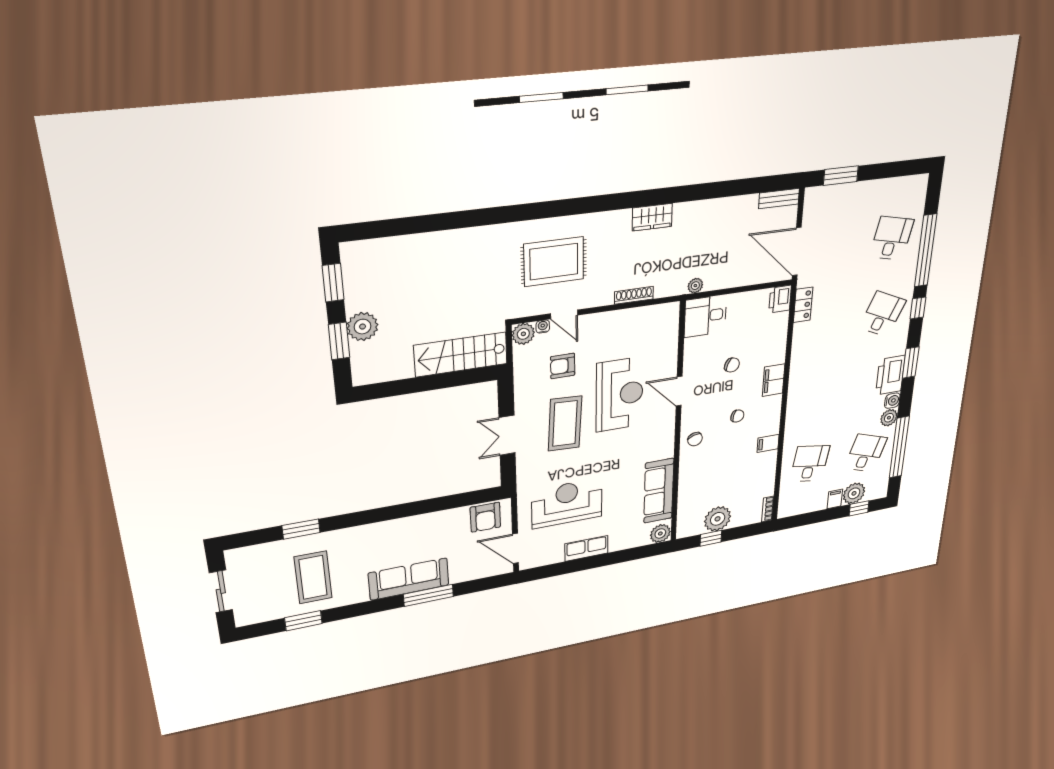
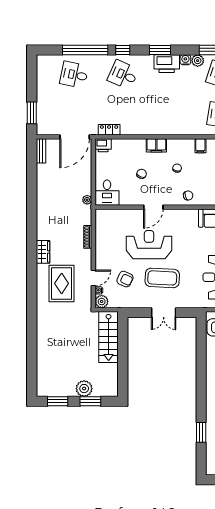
wardrobe: (652, 217) -> (43, 252), moved
armchair: (563, 366) -> (125, 279), turned -66

